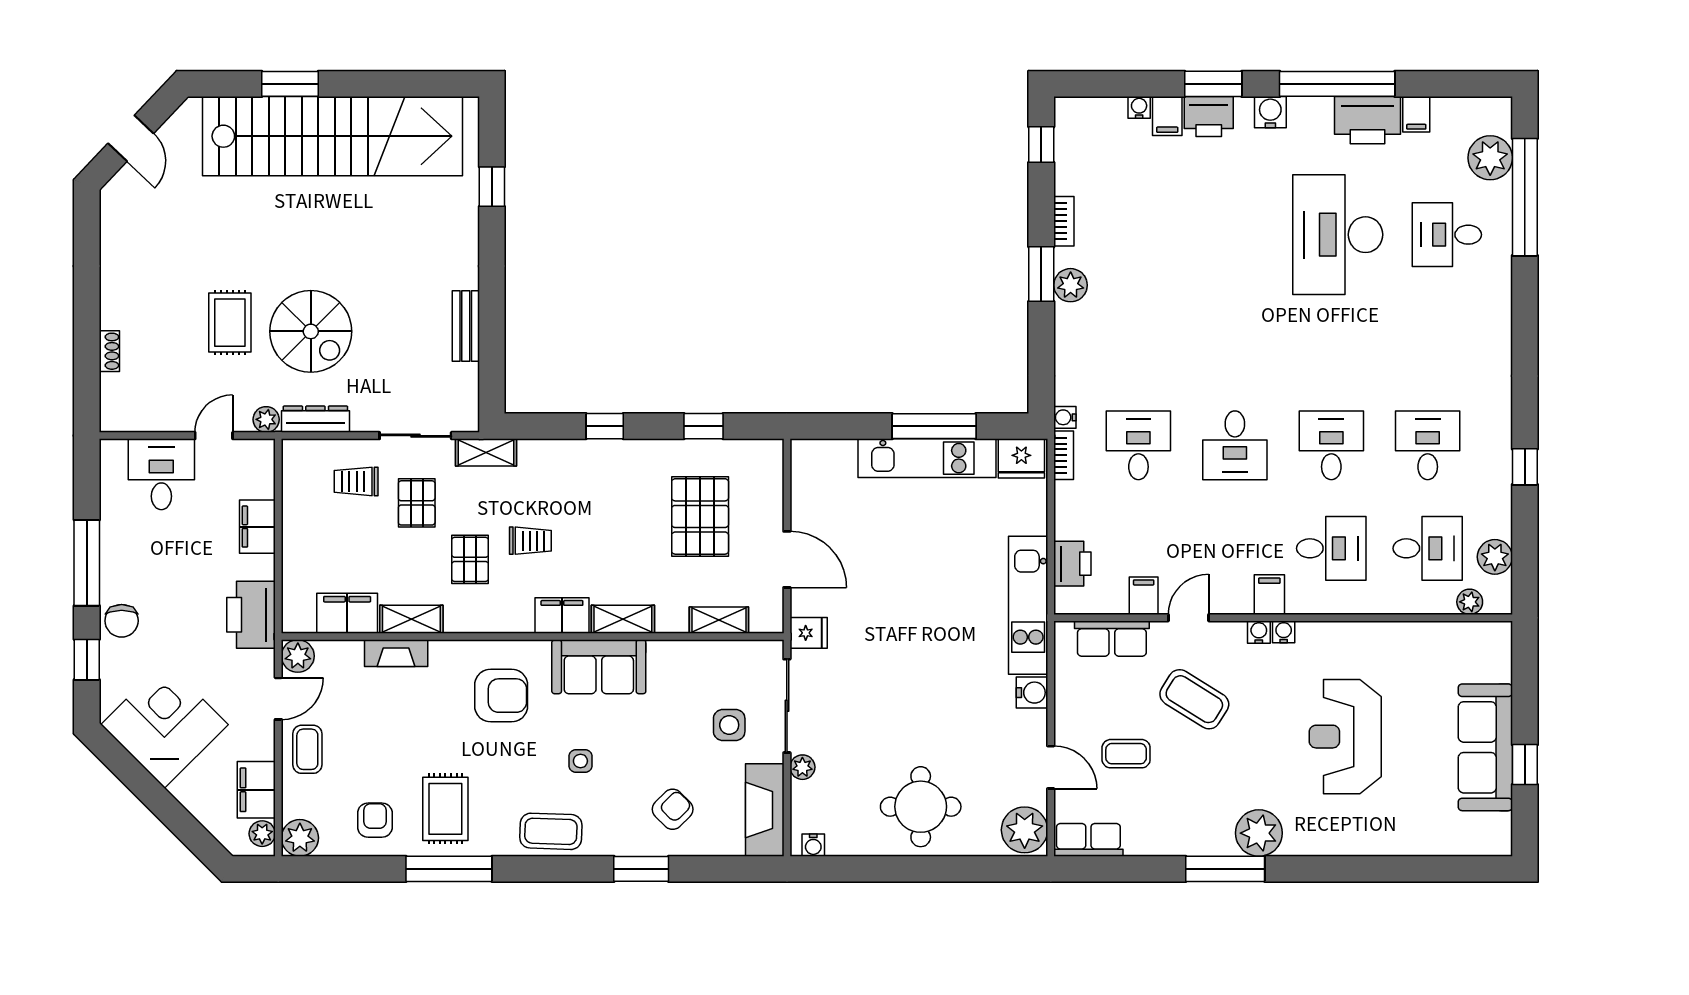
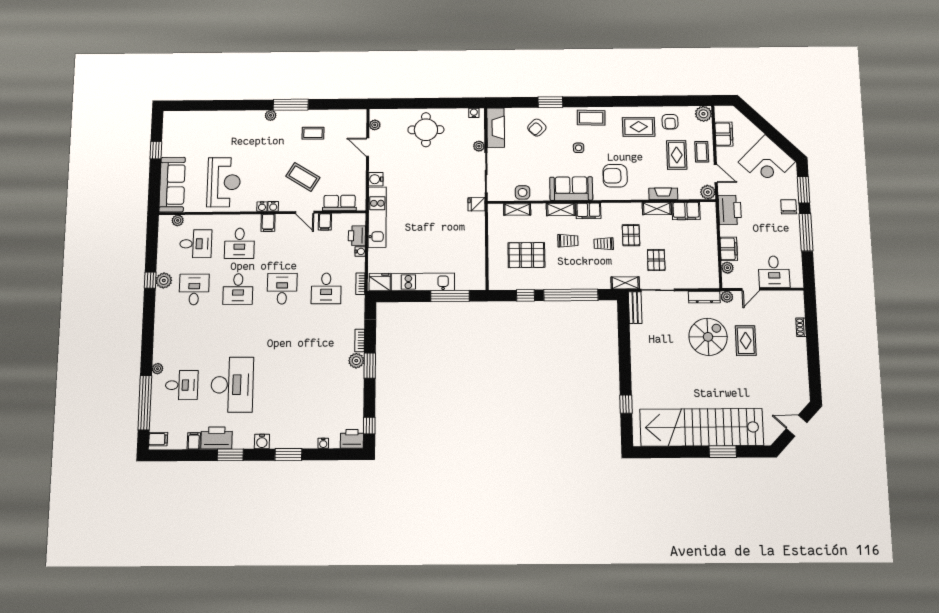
window: (1337, 84) -> (230, 455), width x0.47
filing cabinet: (1167, 116) -> (158, 439), moved, turned 90
printer: (1209, 117) -> (352, 439), moved
door: (131, 138) -> (797, 426), hinge flipped
plant: (1490, 158) -> (158, 369), moved, width x0.53, depth x0.53
bookcase: (1064, 221) -> (360, 340), moved
bench: (466, 326) -> (635, 308), moved
spiral stairs: (311, 331) -> (708, 337), turned 90
water cooler: (1065, 417) -> (360, 251), moved
window: (605, 426) -> (571, 295), width x3.17
window: (934, 426) -> (450, 296), moved
desk: (1428, 445) -> (194, 289), turned 180
trolley: (356, 481) -> (568, 241), moved
pallet: (700, 516) -> (526, 255), turned 90
desk: (1331, 548) -> (239, 243), turned -90
desk: (1428, 548) -> (196, 244), turned 180
plant: (1495, 557) -> (164, 280), moved
door: (787, 559) -> (487, 236), removed
door: (1189, 618) -> (305, 212), hinge flipped
window: (87, 660) -> (803, 190), width x1.50
door: (278, 699) -> (716, 174), swing flipped
side table: (729, 725) -> (523, 192), moved
reception desk: (1345, 737) -> (224, 182), moved
rug: (363, 742) -> (677, 155), added
sofa: (1485, 747) -> (172, 185), moved
coffee table: (1126, 754) -> (313, 133), moved
rug: (445, 809) -> (639, 127), turned 90
plant: (1025, 830) -> (375, 125), width x0.53, depth x0.53
plant: (1259, 833) -> (271, 115), width x0.53, depth x0.53
plant: (262, 834) -> (727, 268), moved
row of seats: (1088, 840) -> (351, 116), removed
window: (449, 869) -> (636, 101), removed

